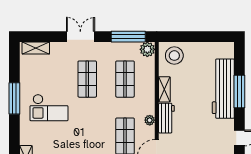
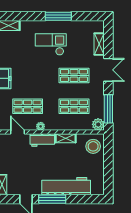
shelving: (36, 48) -> (99, 44), moved
window: (239, 91) -> (52, 199), moved
checkout: (49, 108) -> (51, 44), turned 90

